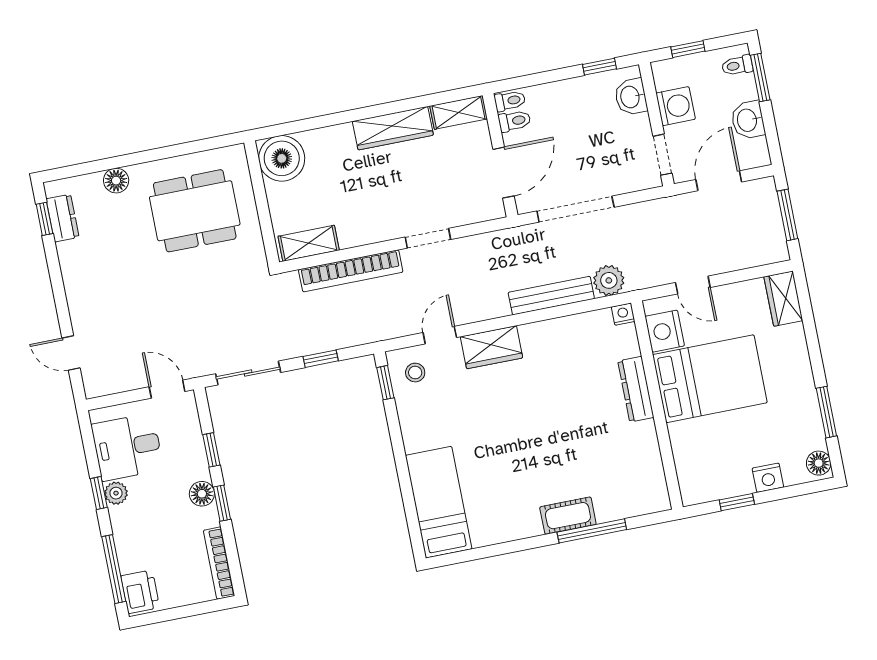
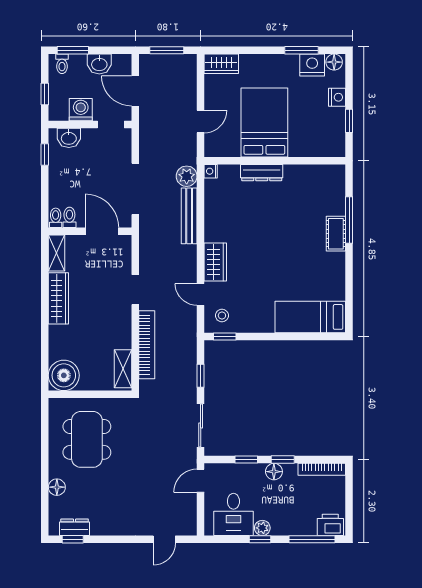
nightstand: (665, 331) -> (312, 65), moved, turned 180

